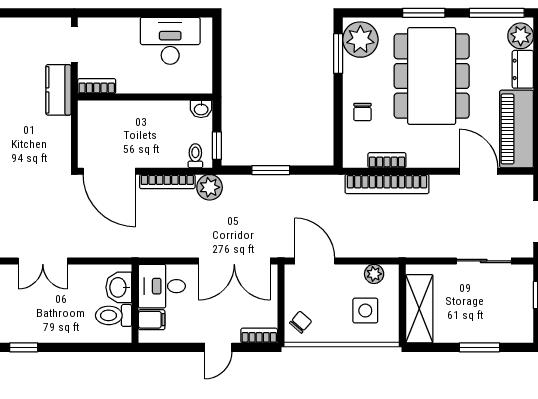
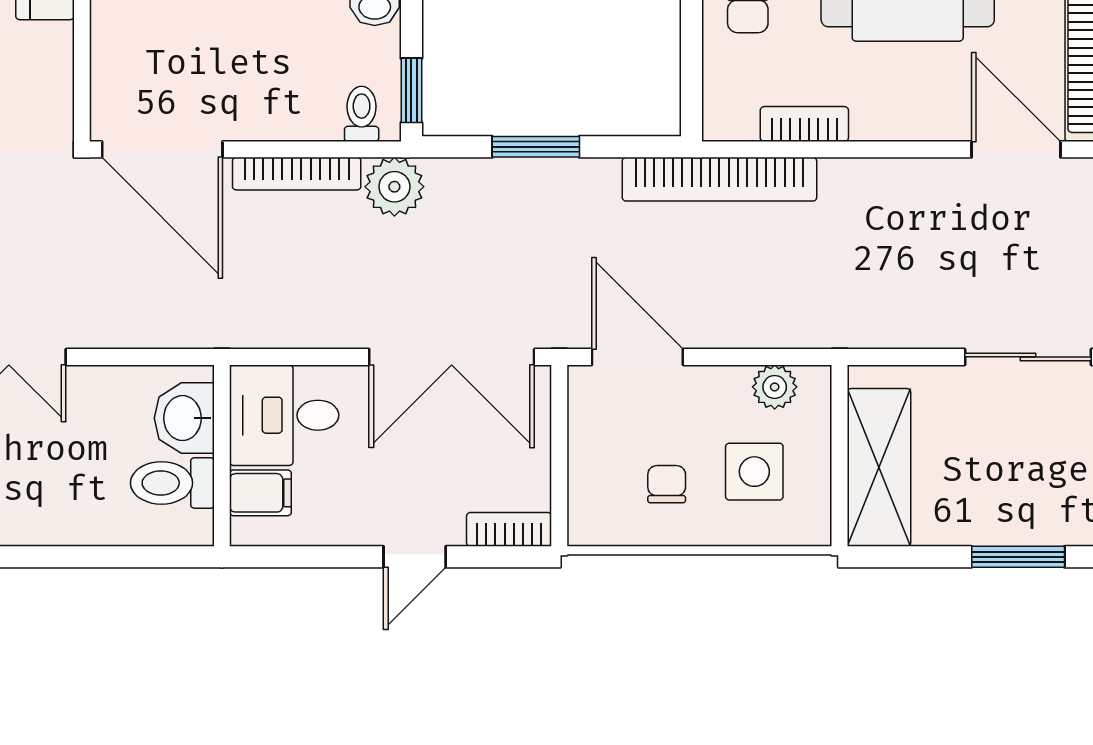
bookcase: (387, 184) -> (719, 179), moved
chair: (301, 322) -> (667, 484), moved, turned -41

